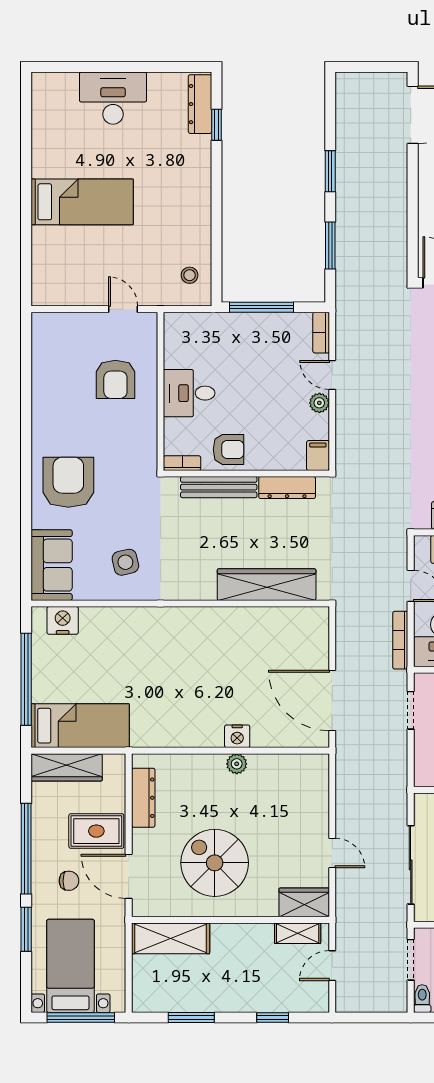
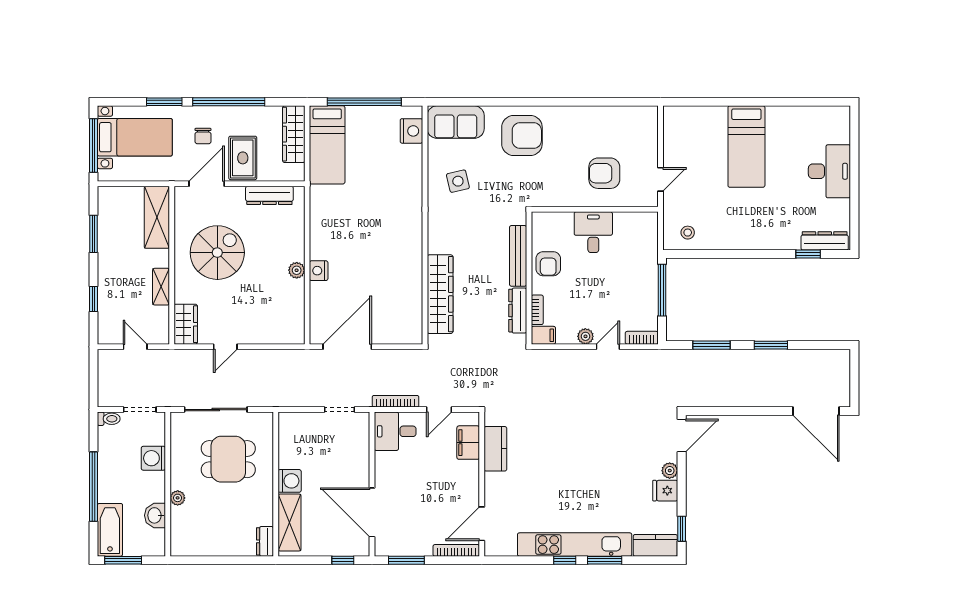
bookcase: (182, 463) -> (537, 310), moved
shelving: (298, 933) -> (161, 287), moved

